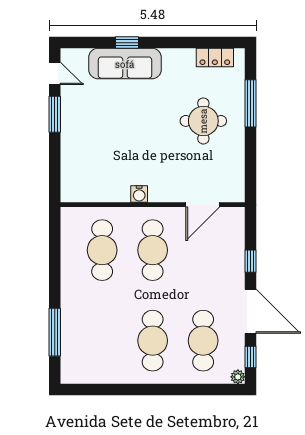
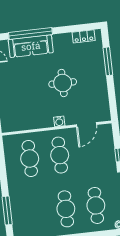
window: (127, 43) -> (30, 33), width x3.17
round table: (203, 121) -> (63, 83), moved
water cooler: (139, 194) -> (59, 121), moved

